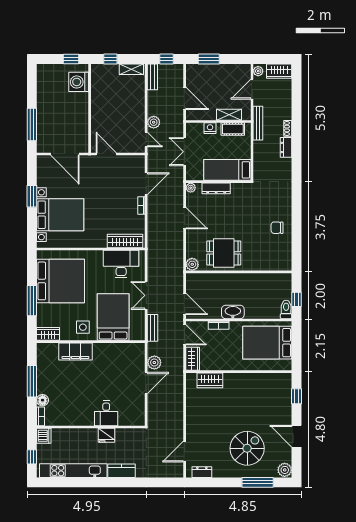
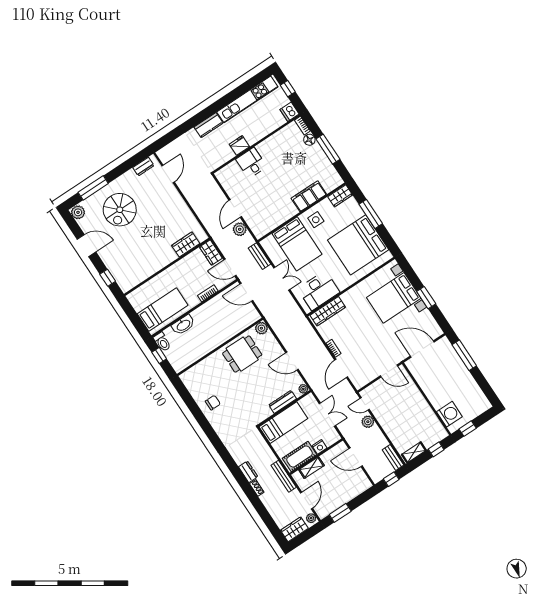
window: (209, 59) -> (340, 513), moved
cot: (233, 129) -> (300, 457), width x1.37, depth x1.34
washbasin: (233, 312) -> (183, 325), moved
bed: (267, 343) -> (163, 310), width x0.67

